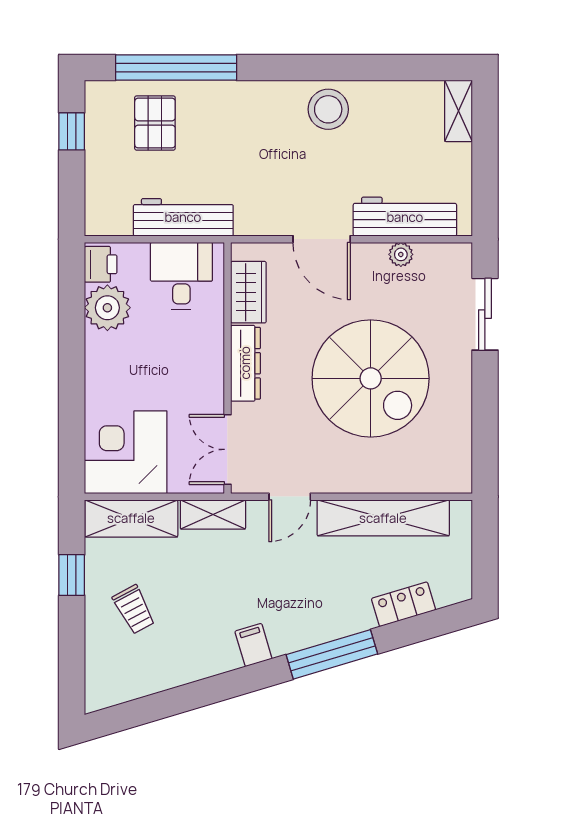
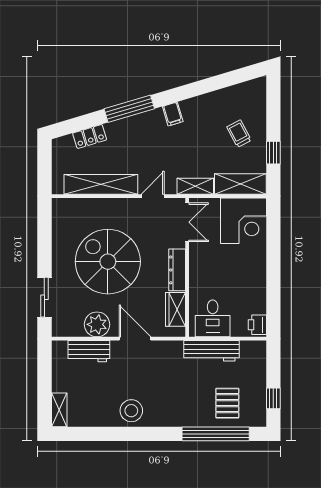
workbench: (405, 217) -> (89, 351), width x0.73
plant: (401, 254) -> (97, 324), width x1.88, depth x1.88
plant: (107, 308) -> (254, 301), removed

